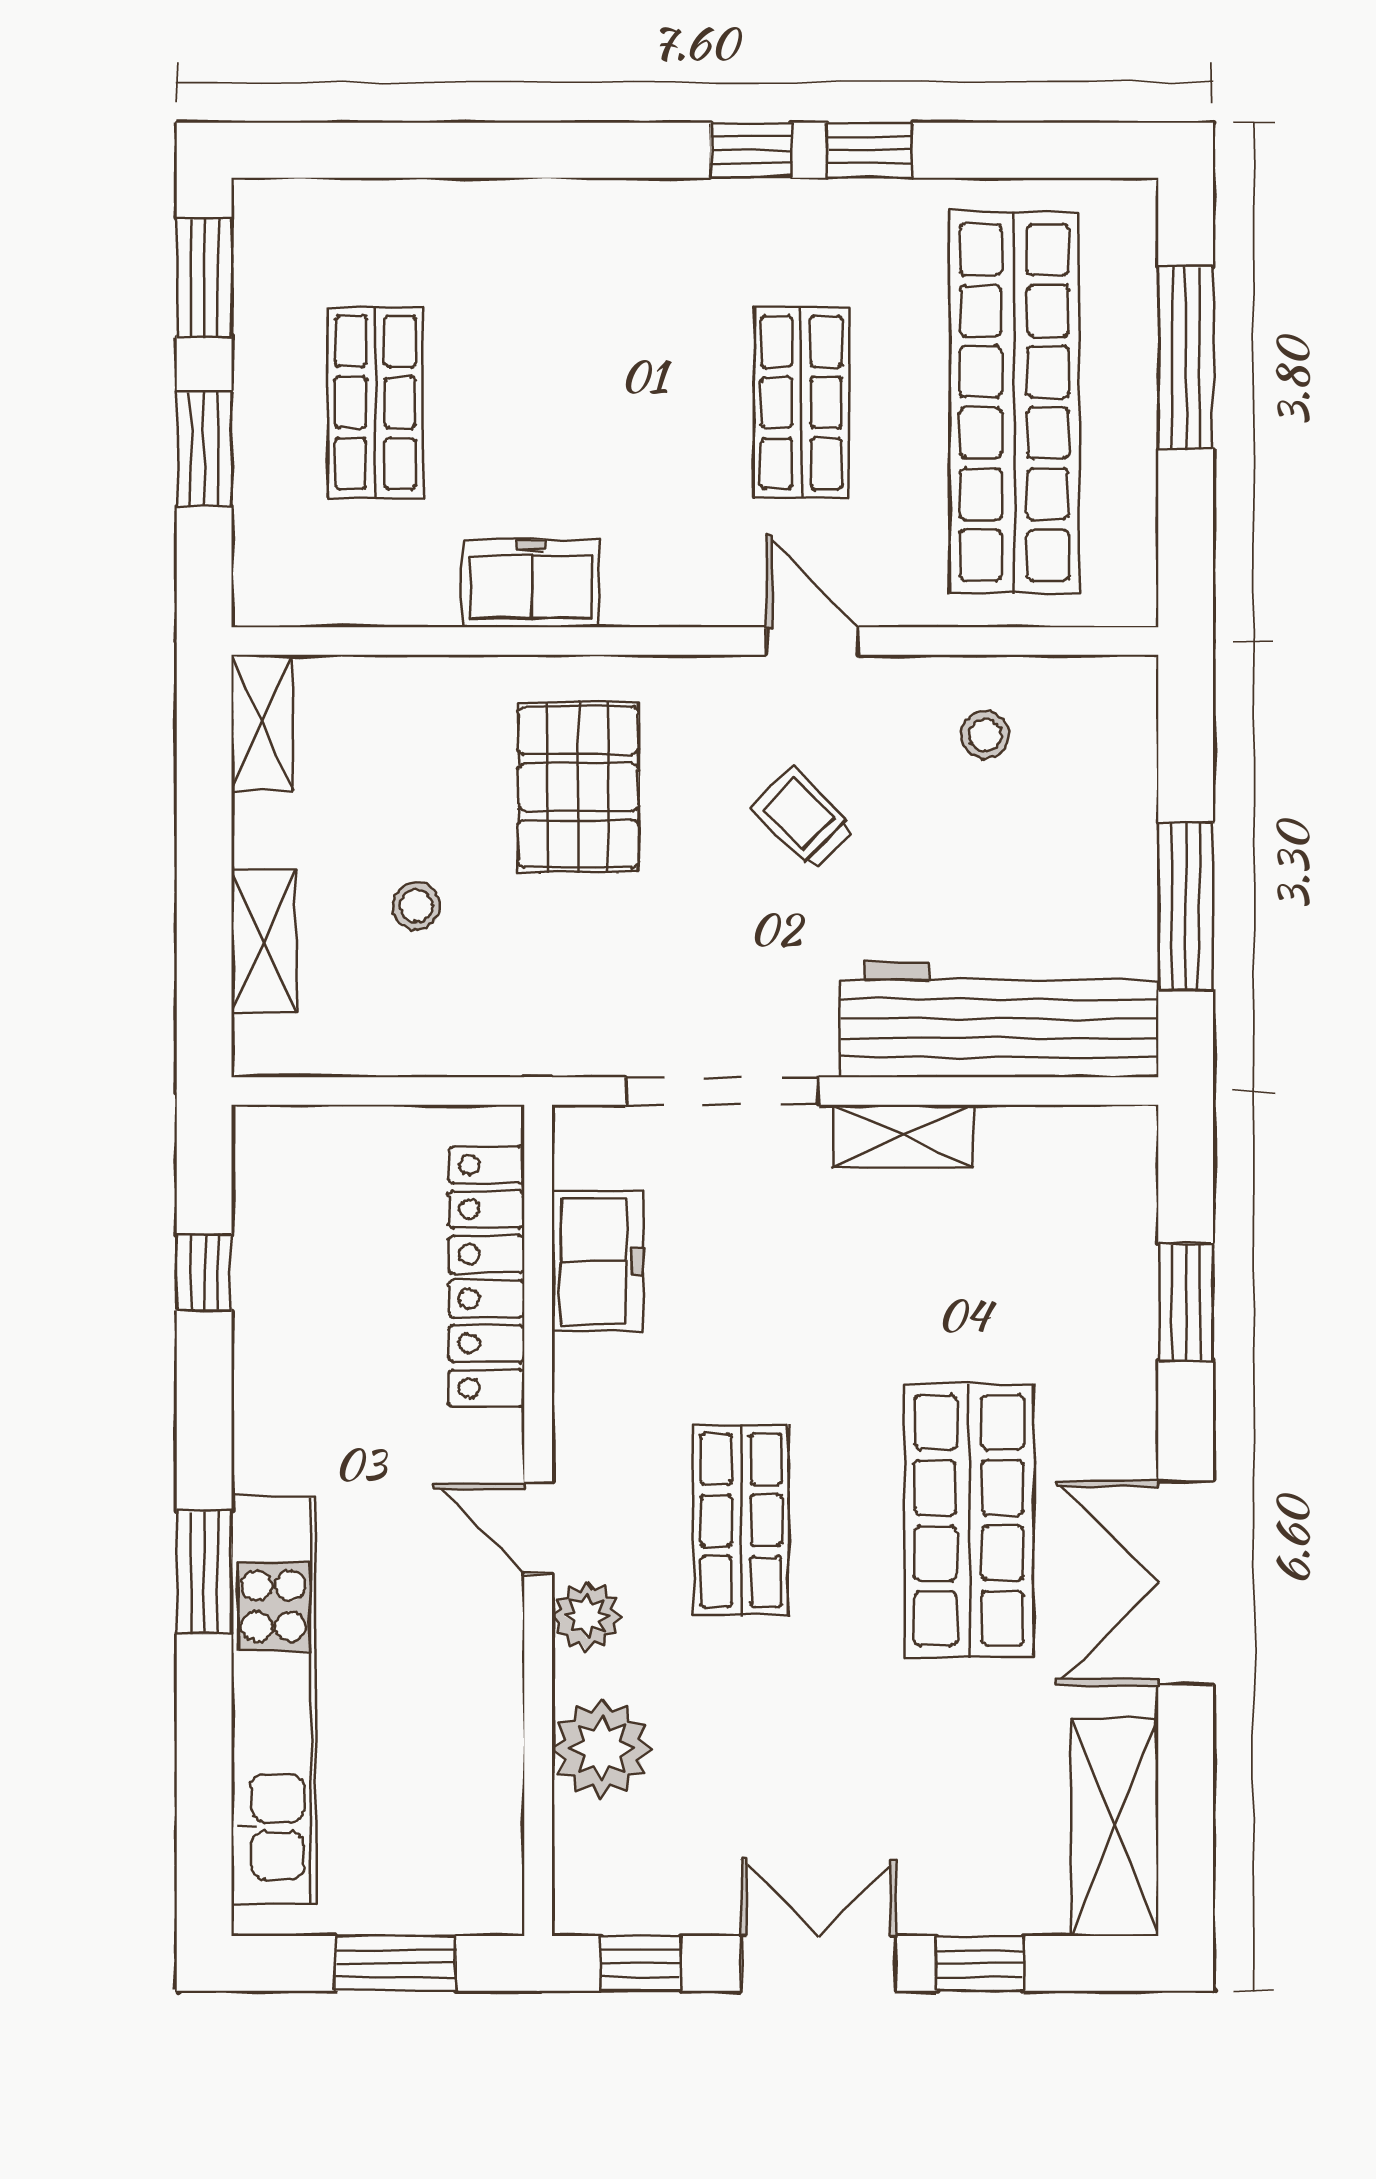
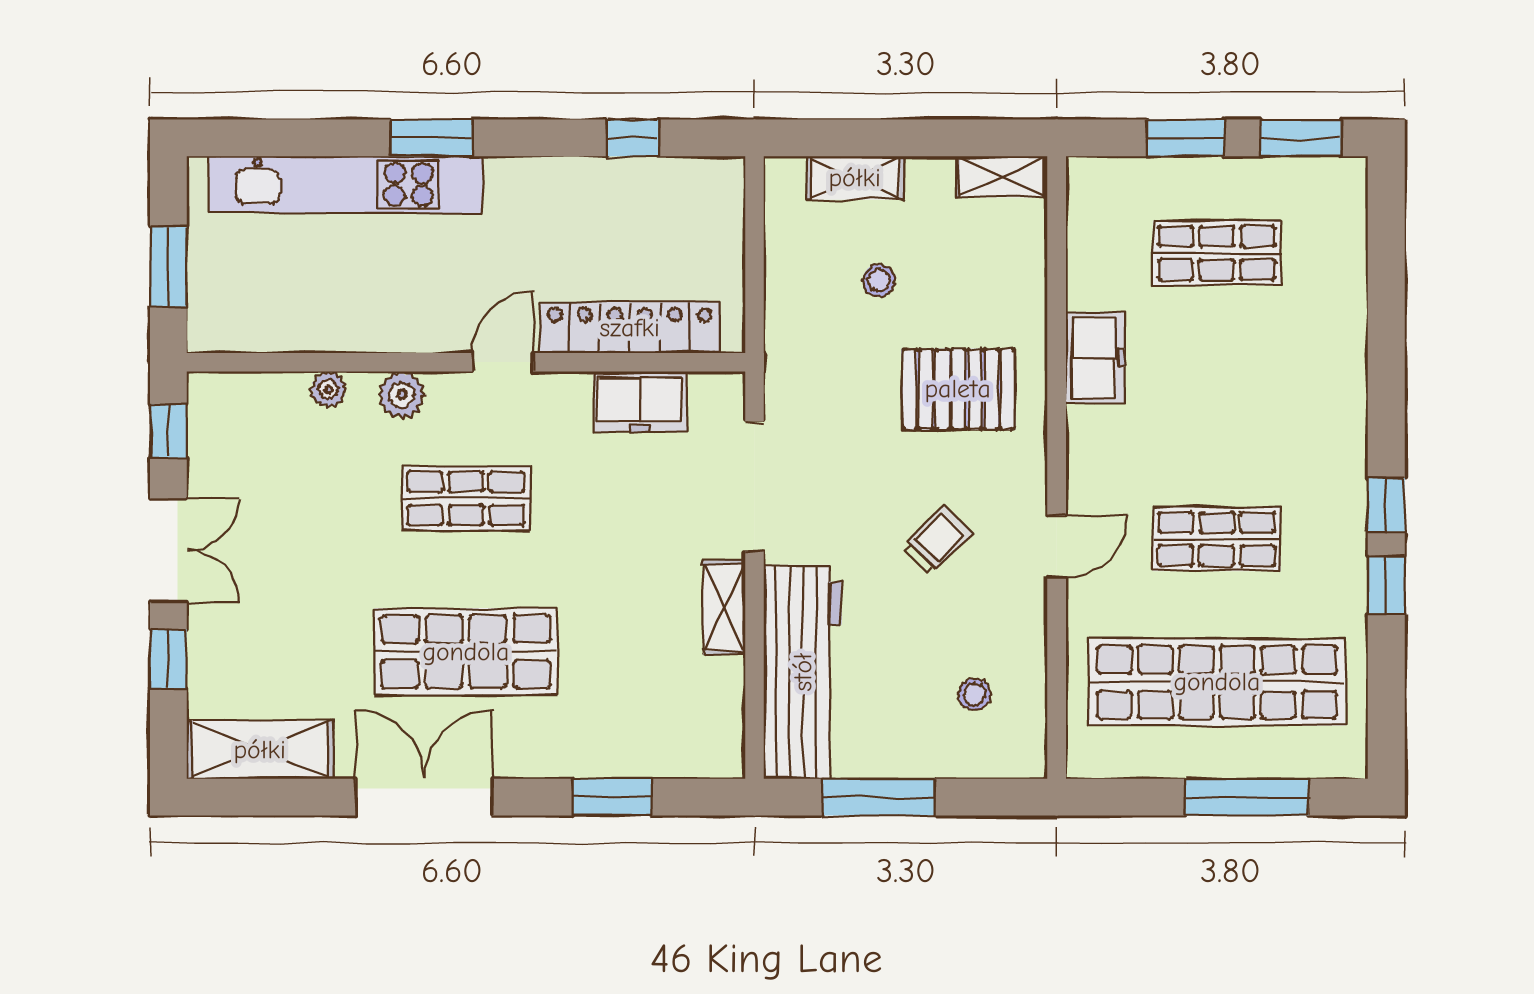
stool: (985, 735) -> (974, 694), moved
door: (538, 1528) -> (503, 362), moved
plant: (602, 1748) -> (329, 389), width x0.53, depth x0.53

